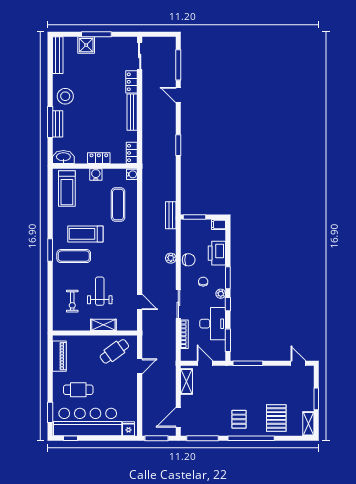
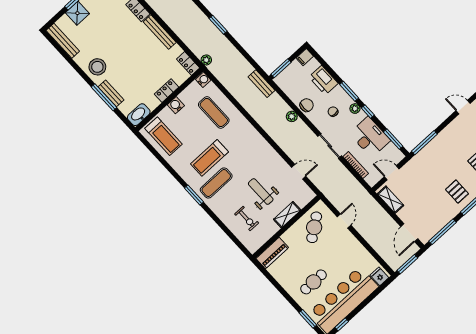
plant: (147, 162) -> (206, 60), added
piano: (59, 356) -> (272, 253), moved, turned 90

